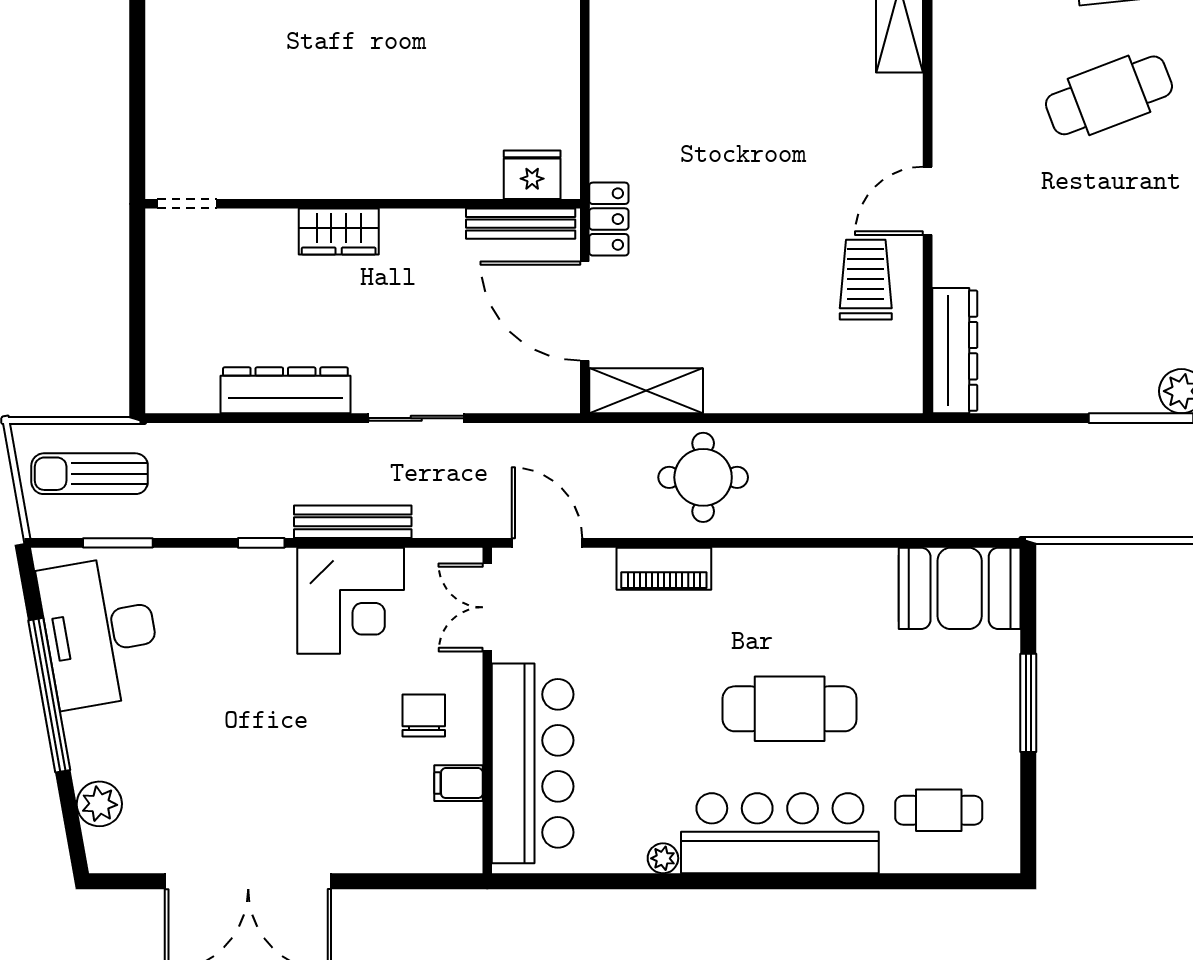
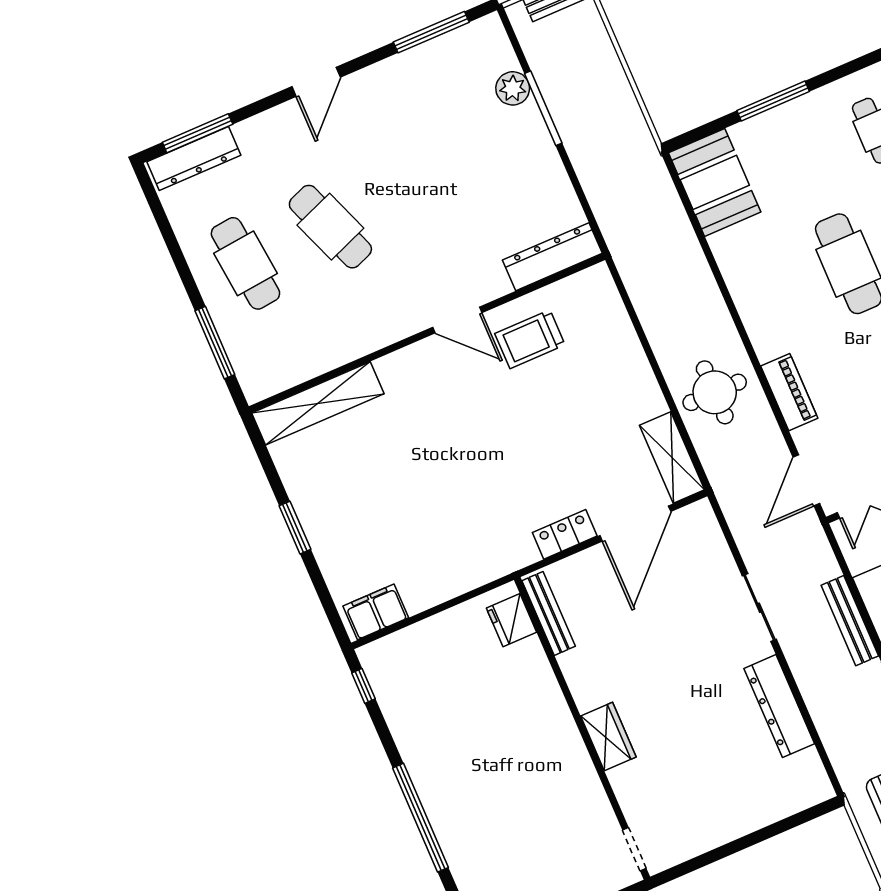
fridge: (532, 175) -> (511, 620), moved
doorway: (187, 204) -> (634, 849), moved
wall: (363, 204) -> (582, 728), moved
bench: (521, 224) -> (549, 613), moved
wardrobe: (339, 232) -> (608, 737), moved

